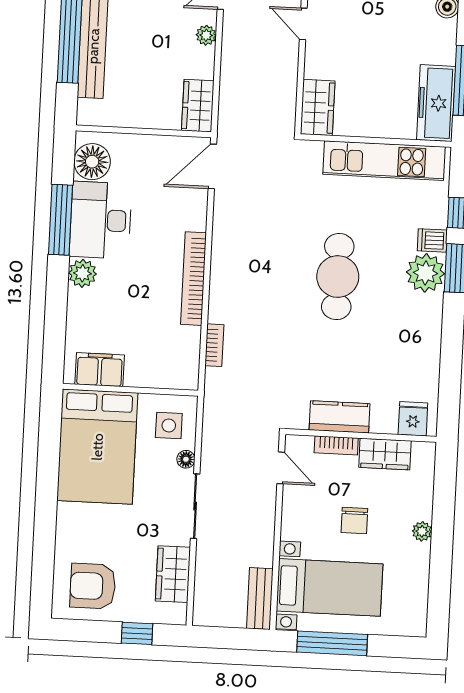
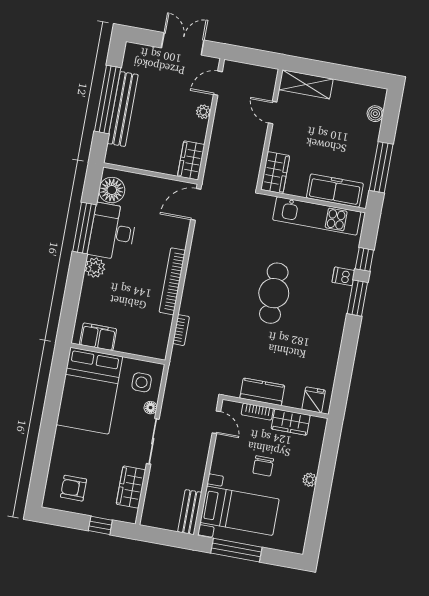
freezer: (436, 103) -> (335, 191), moved, turned 90
plant: (426, 273) -> (336, 299), removed
armchair: (93, 586) -> (74, 488), width x0.72, depth x0.72

